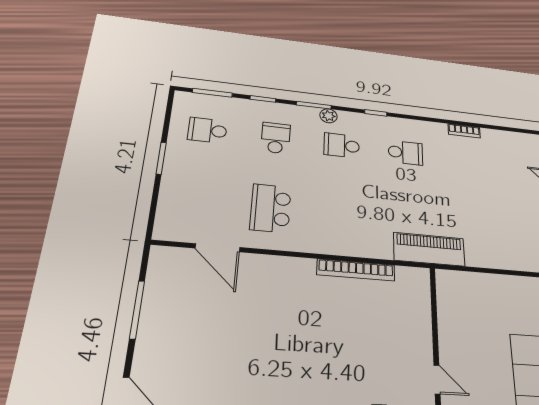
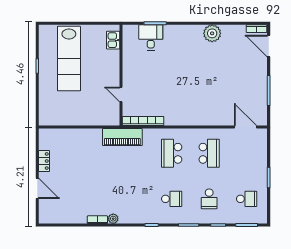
plant: (328, 116) -> (113, 219), moved
school desk: (405, 153) -> (172, 153), moved, width x1.85
door: (218, 248) -> (245, 127), moved
bookcase: (356, 270) -> (143, 121), moved
door: (437, 379) -> (121, 94), moved

